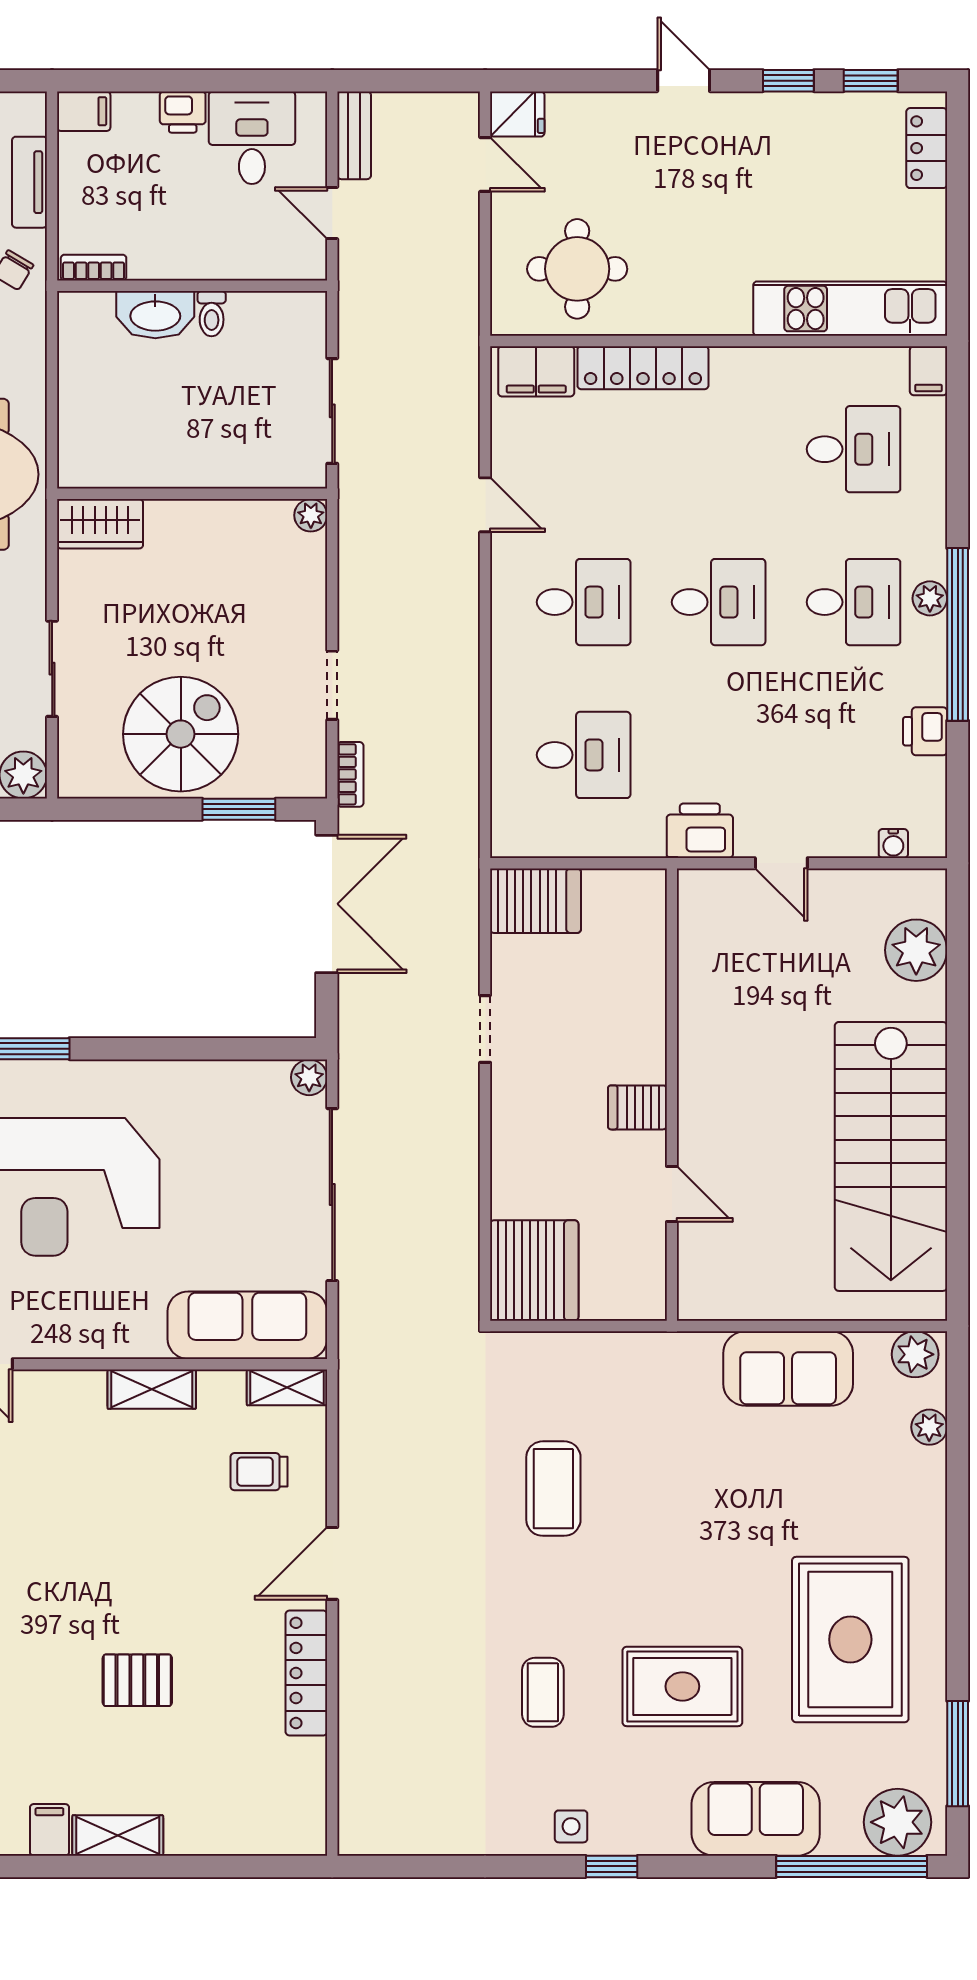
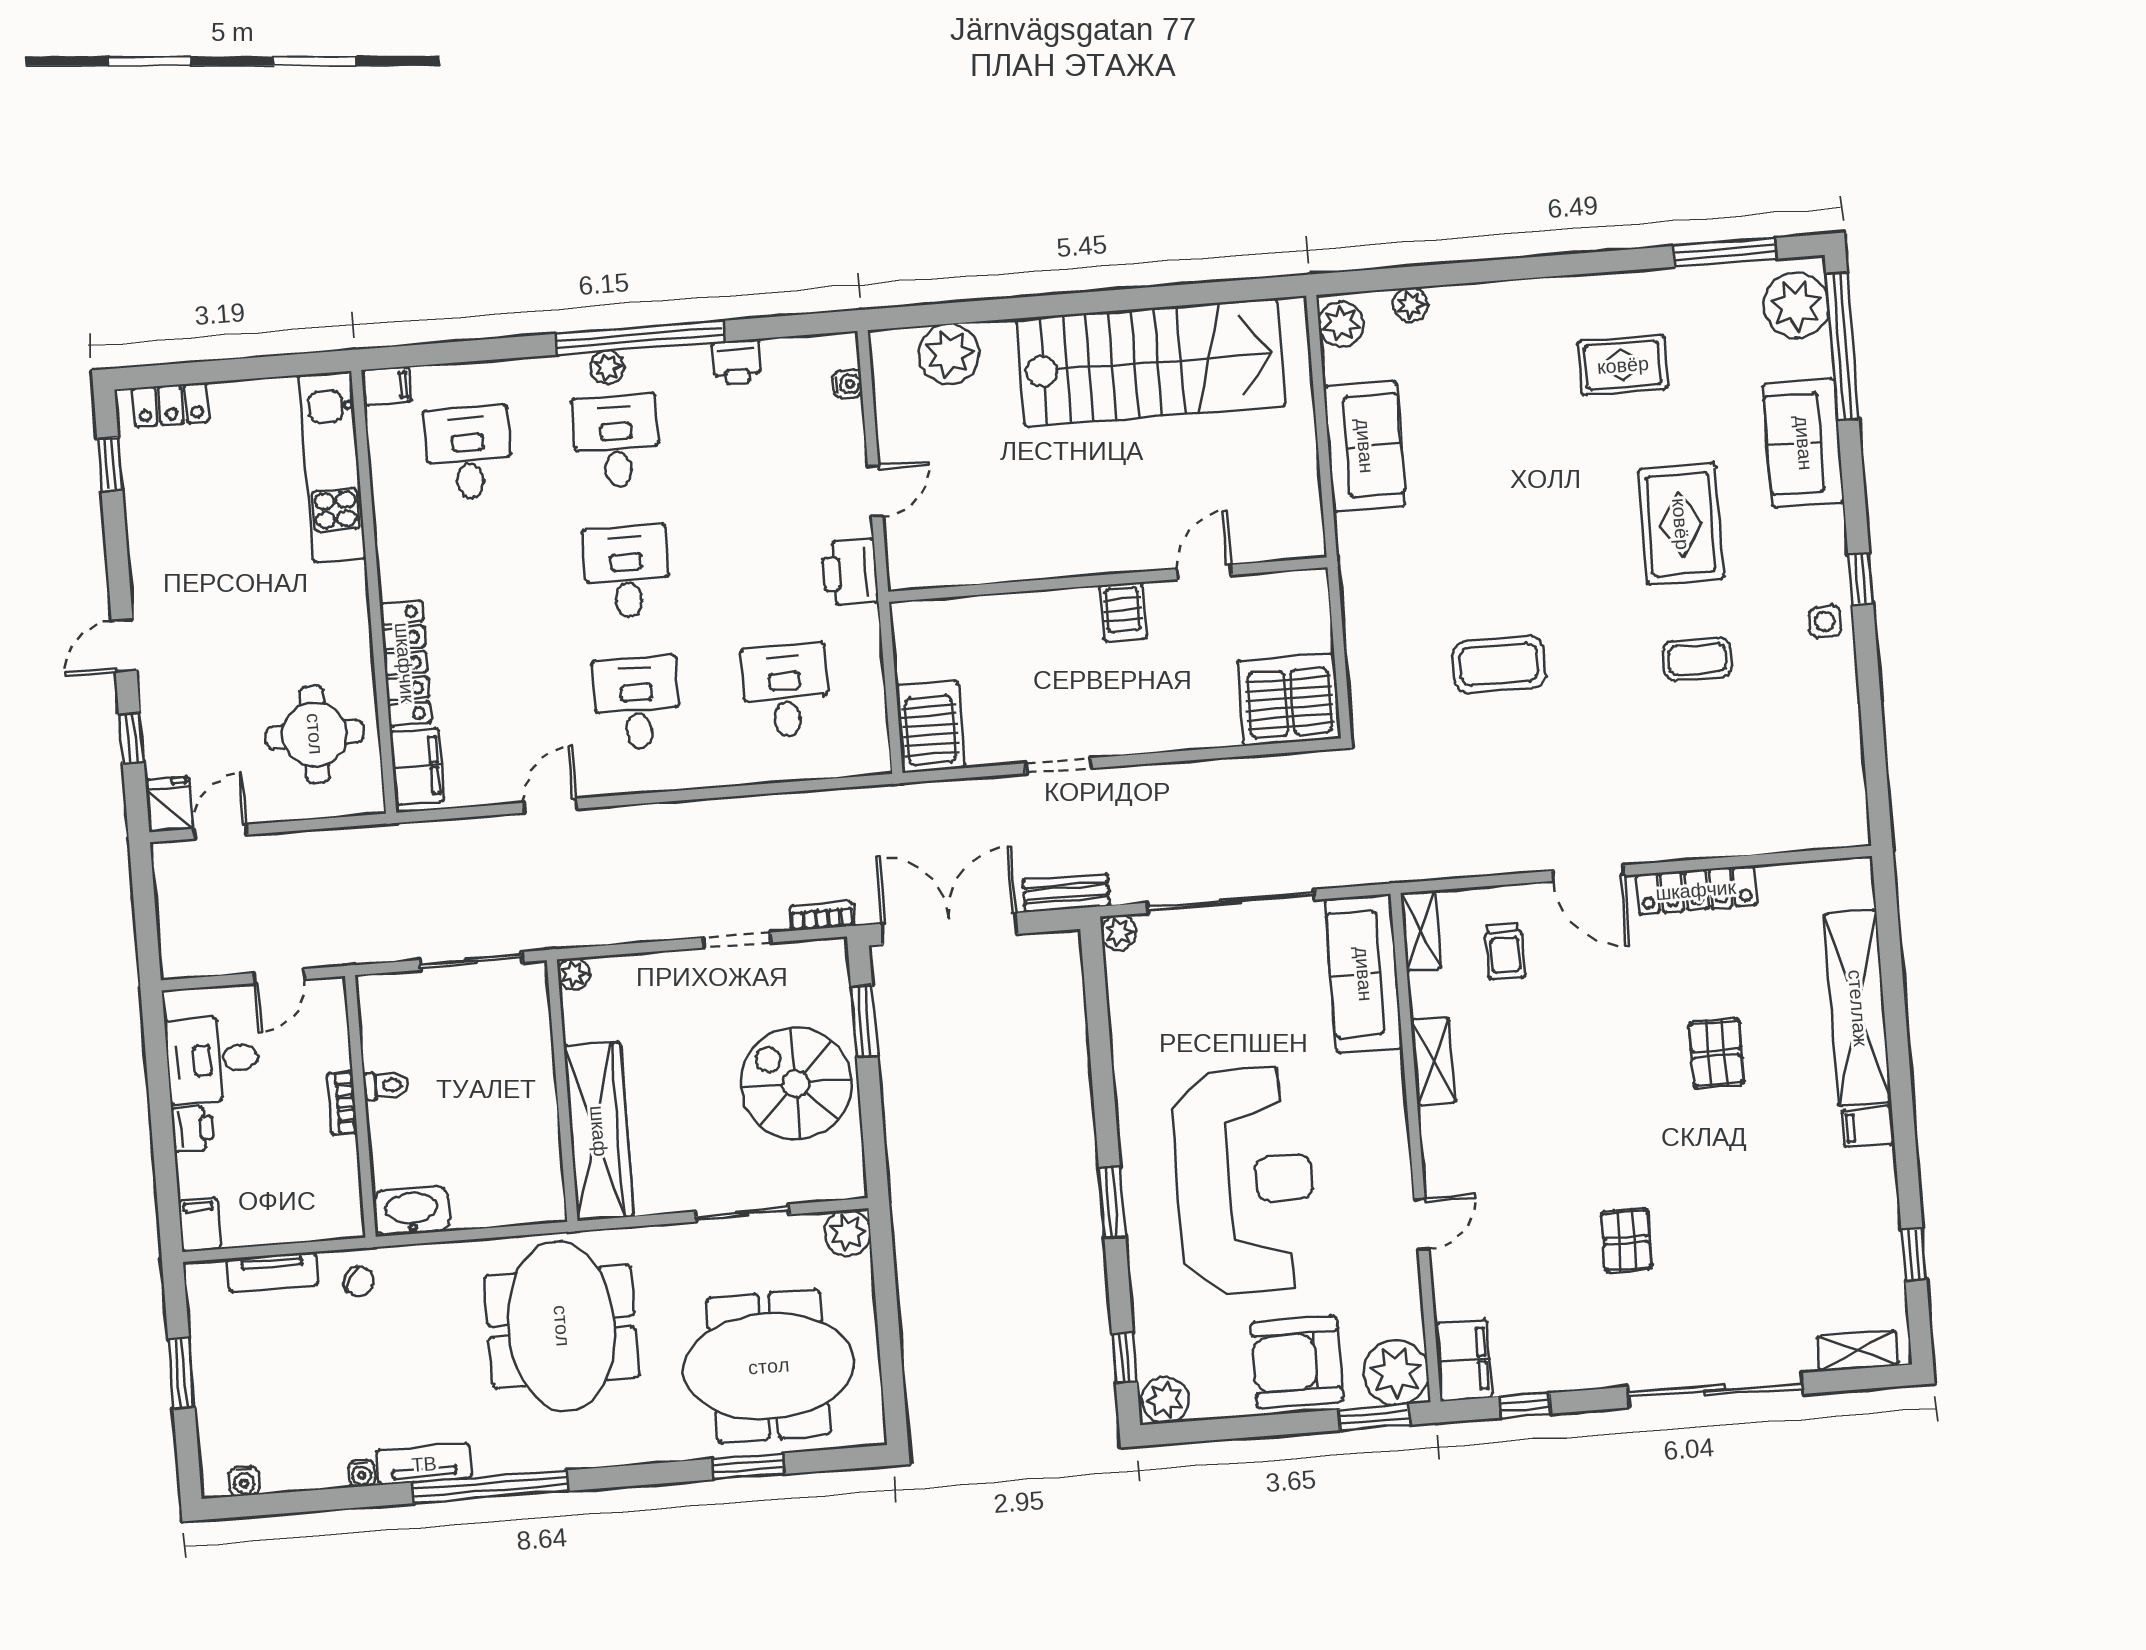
window: (788, 81) -> (131, 738), moved
bench: (354, 135) -> (1066, 893), moved
bookcase: (94, 268) -> (342, 1103), moved
washbasin: (155, 315) -> (411, 1211), moved, turned -90
wardrobe: (100, 524) -> (599, 1131), width x2.10, depth x1.17
rug: (850, 1640) -> (1623, 365), width x0.54, depth x0.49
shelving: (118, 1835) -> (1858, 1008), width x2.20, depth x1.33

